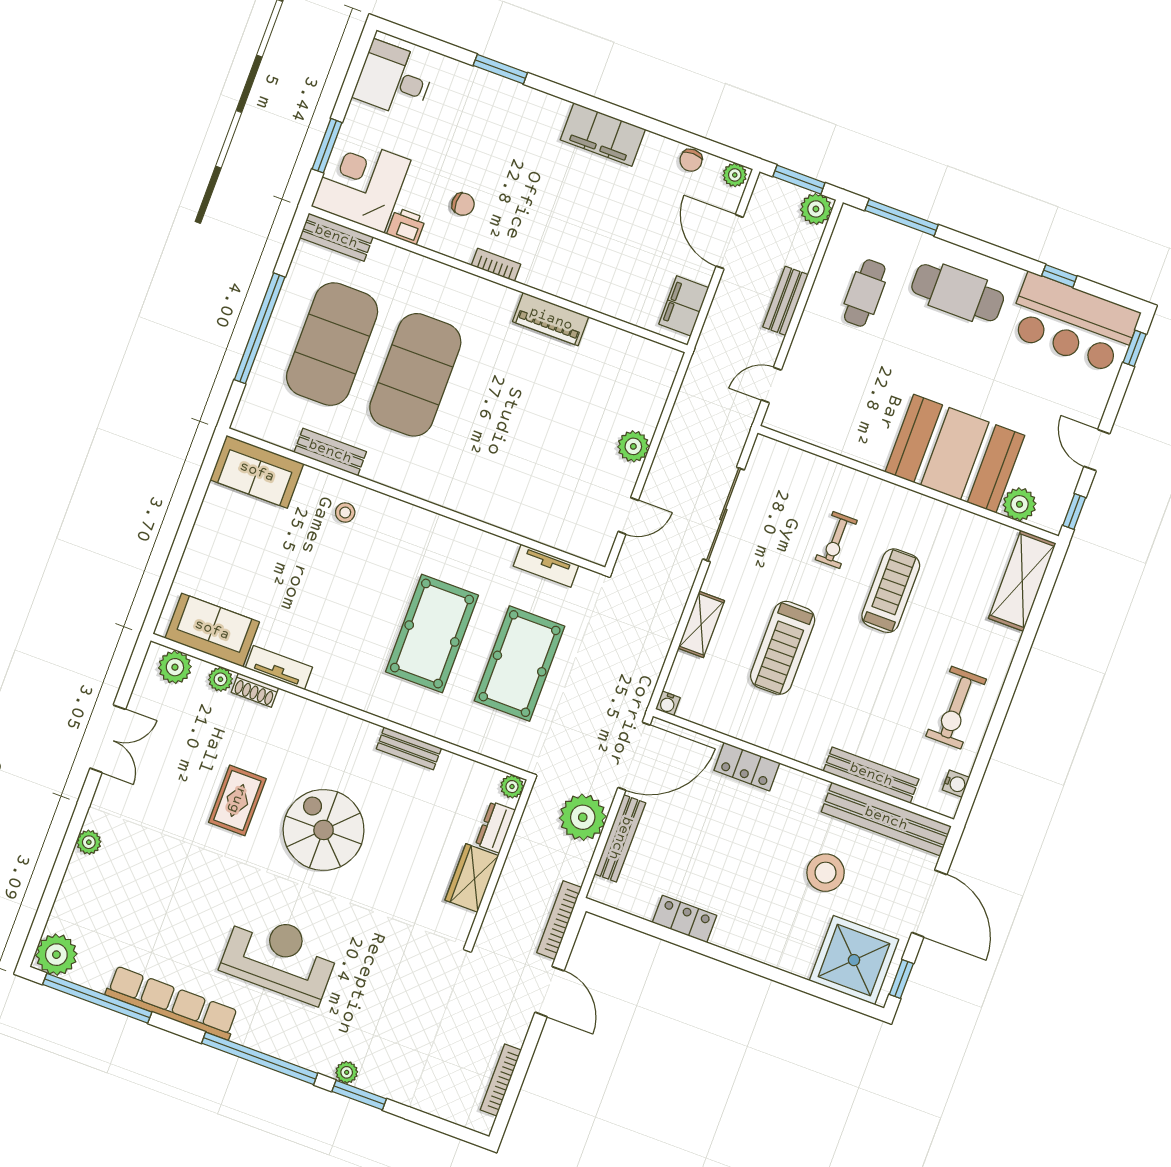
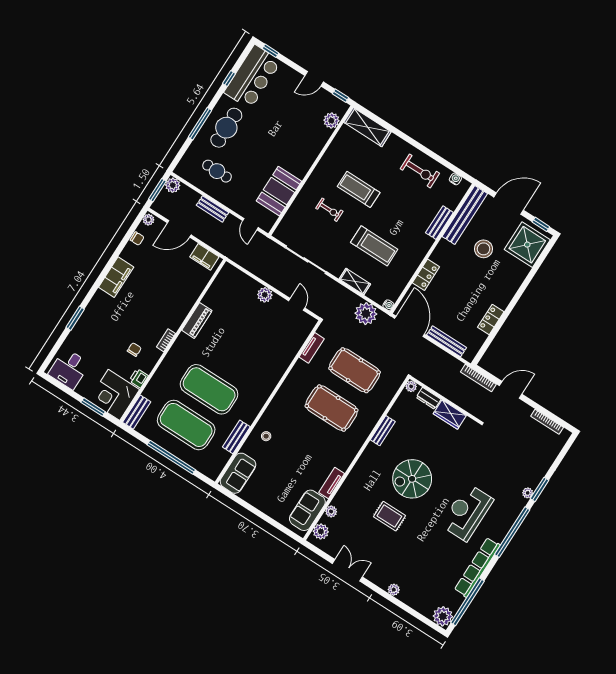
window: (902, 218) -> (200, 124), moved
booth: (955, 454) -> (279, 191), moved, width x0.73, depth x0.70
shoe rack: (255, 690) -> (340, 497), removed
bench: (871, 775) -> (439, 223), width x0.73
plant: (583, 817) -> (366, 314), moved

